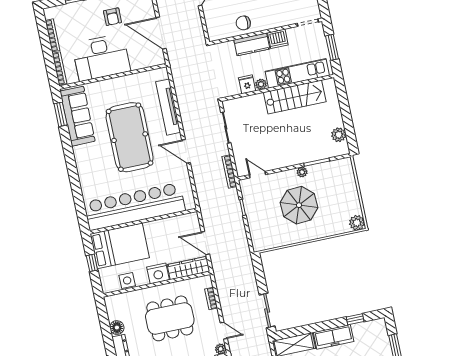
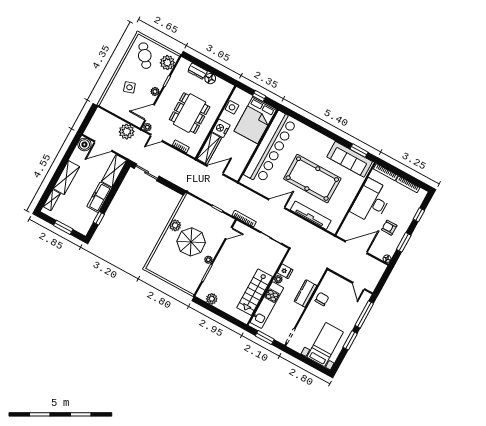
dishwasher: (278, 39) -> (296, 311), removed
plant: (357, 223) -> (175, 225), moved

